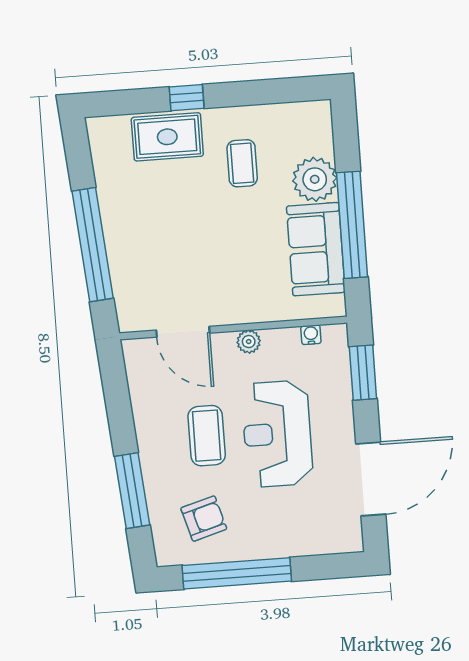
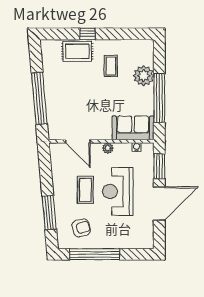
sofa: (316, 249) -> (133, 128), moved, turned 90
door: (371, 479) -> (159, 203), moved

